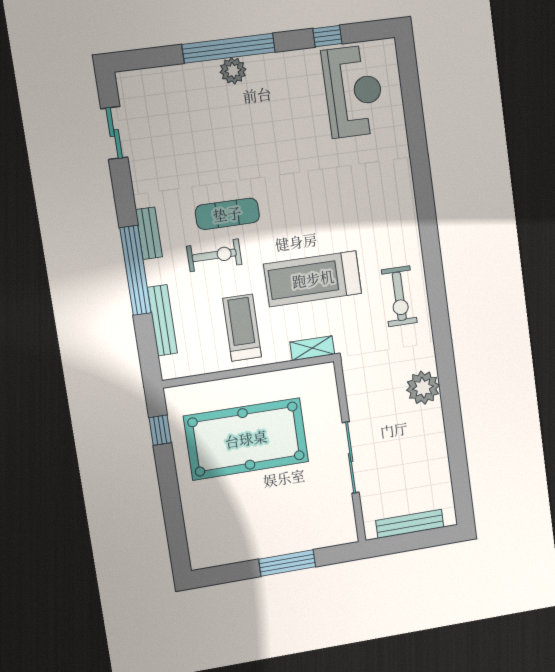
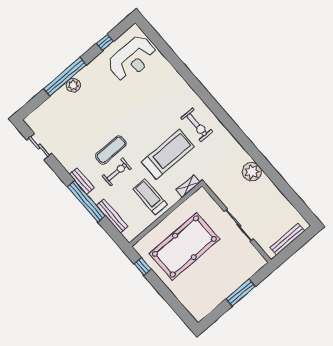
reception desk: (353, 91) -> (132, 59), turned 90
treadmill: (313, 279) -> (168, 154), turned 180
exercise bike: (399, 296) -> (197, 125), moved

